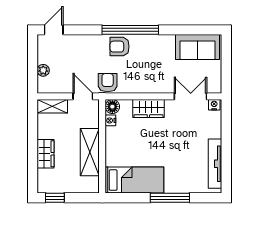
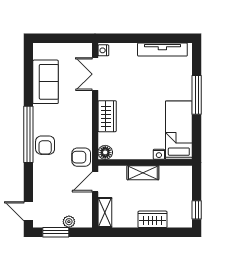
sofa: (197, 47) -> (46, 82), moved
window: (33, 57) -> (56, 232), added
nightstand: (110, 120) -> (159, 154), moved
shelving: (90, 152) -> (143, 173), width x0.67, depth x0.75

